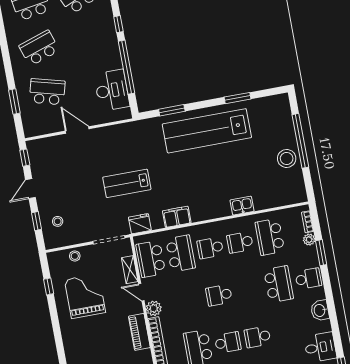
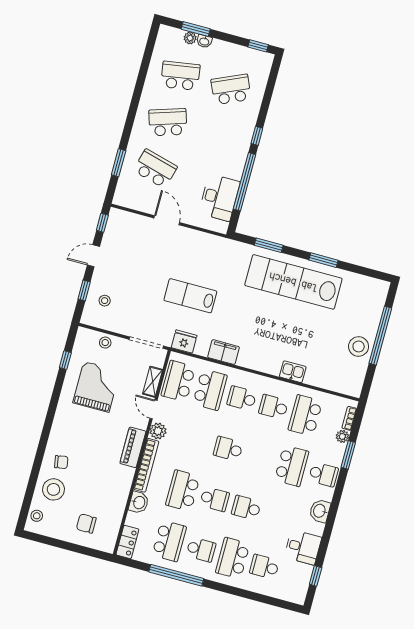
window: (237, 98) -> (324, 260), moved

